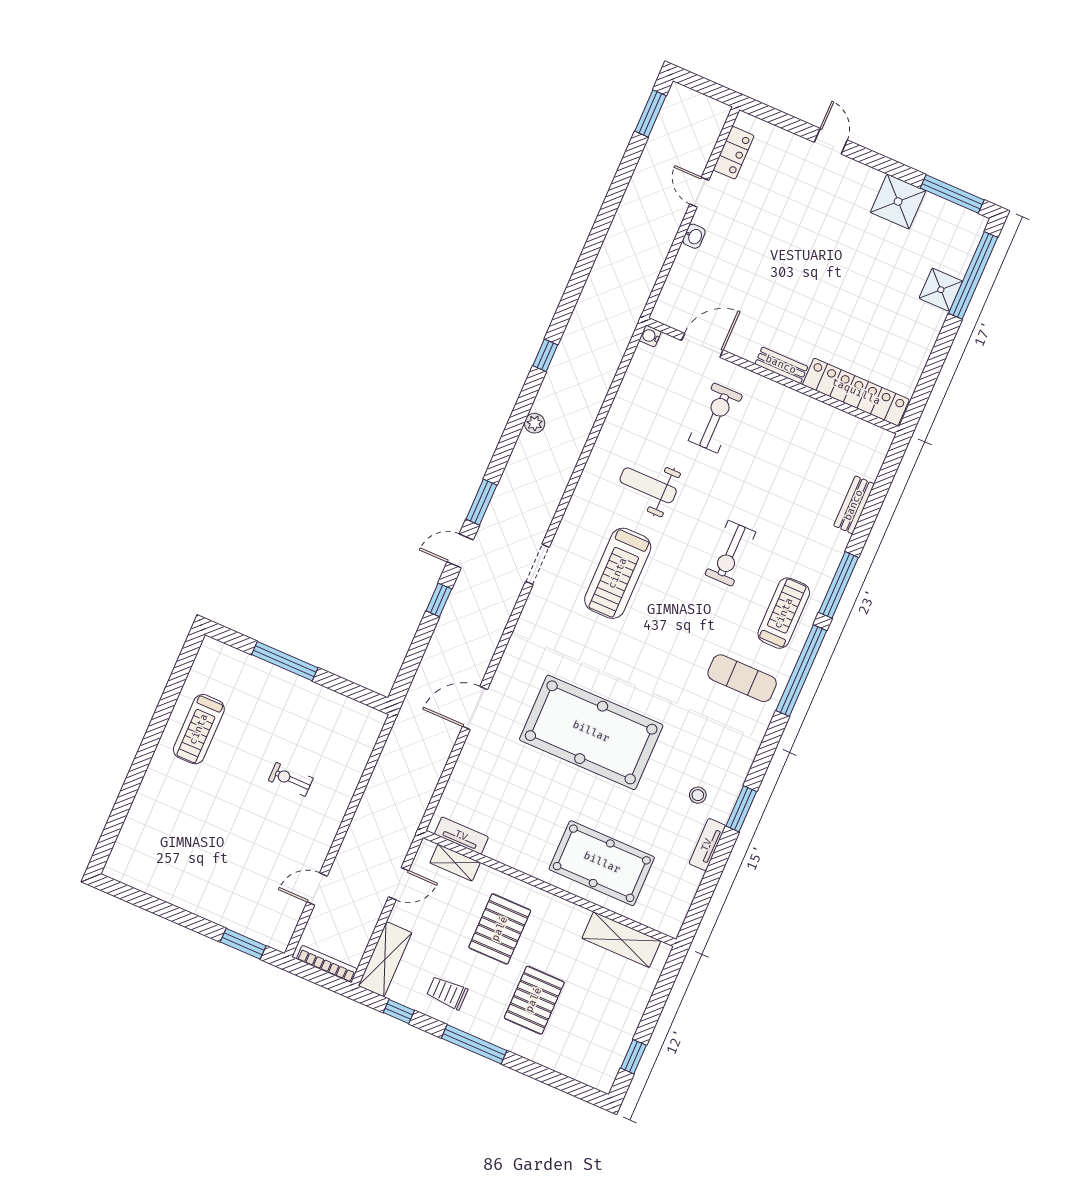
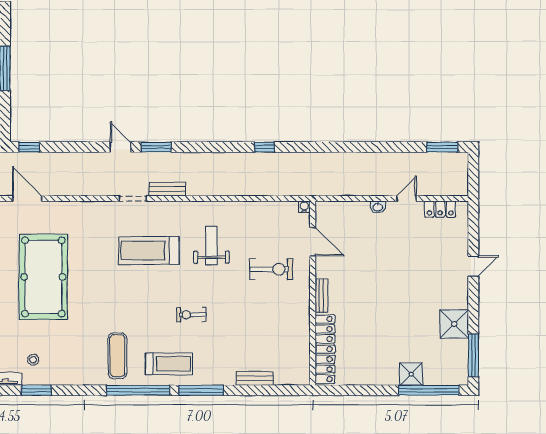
plant: (535, 423) -> (219, 159), removed
bench: (545, 512) -> (167, 189), added
exercise bike: (730, 553) -> (191, 315), width x0.73, depth x0.72
window: (439, 600) -> (29, 147), moved

